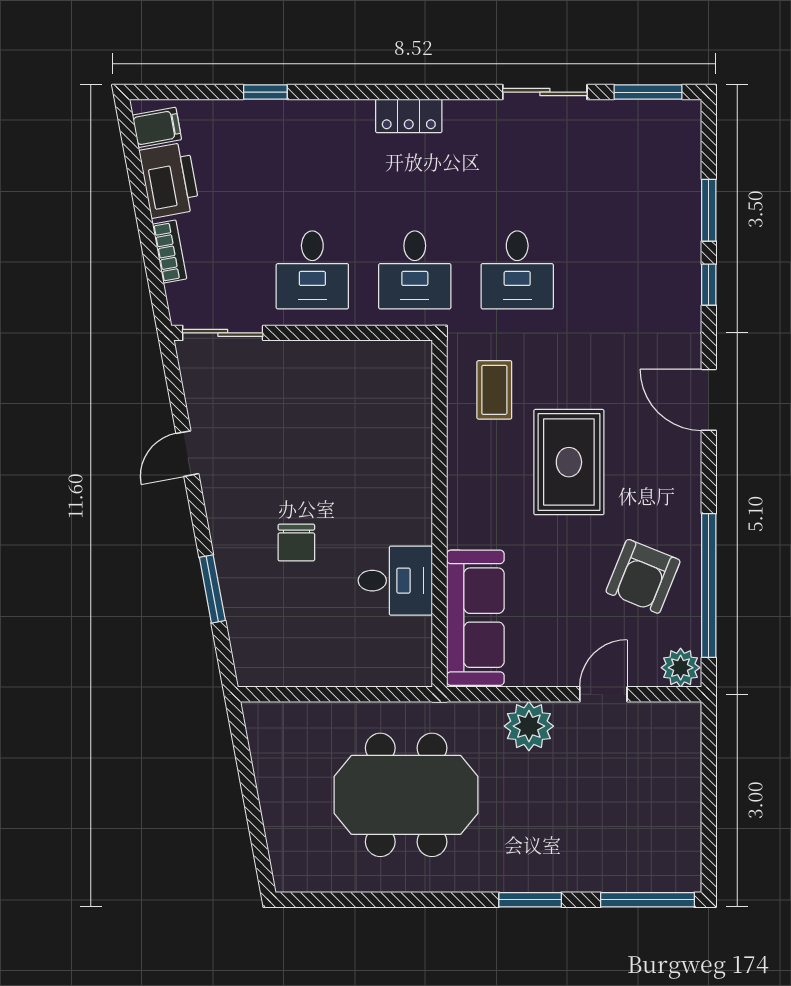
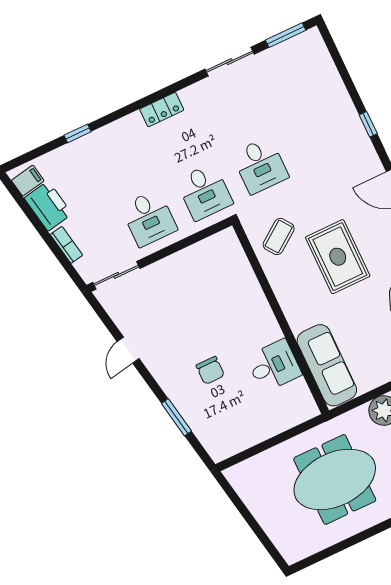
window: (709, 210) -> (349, 84), removed
coffee table: (494, 390) -> (279, 237), turned 54

